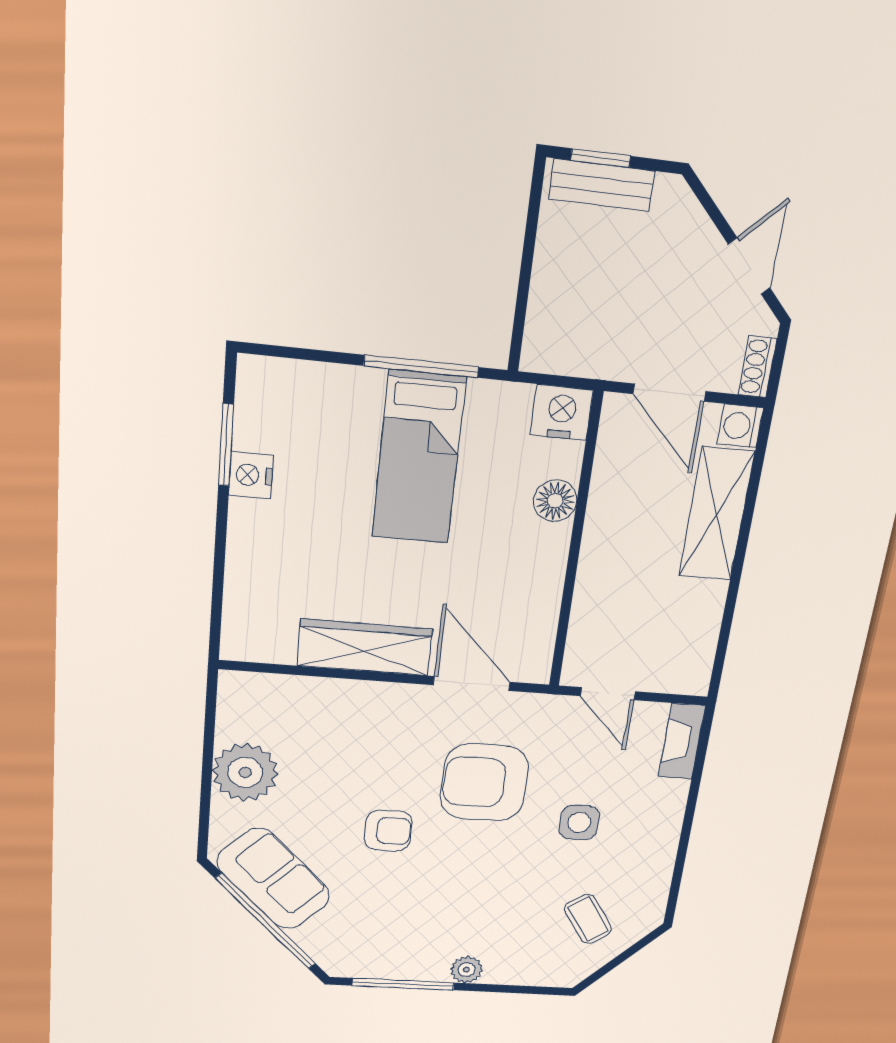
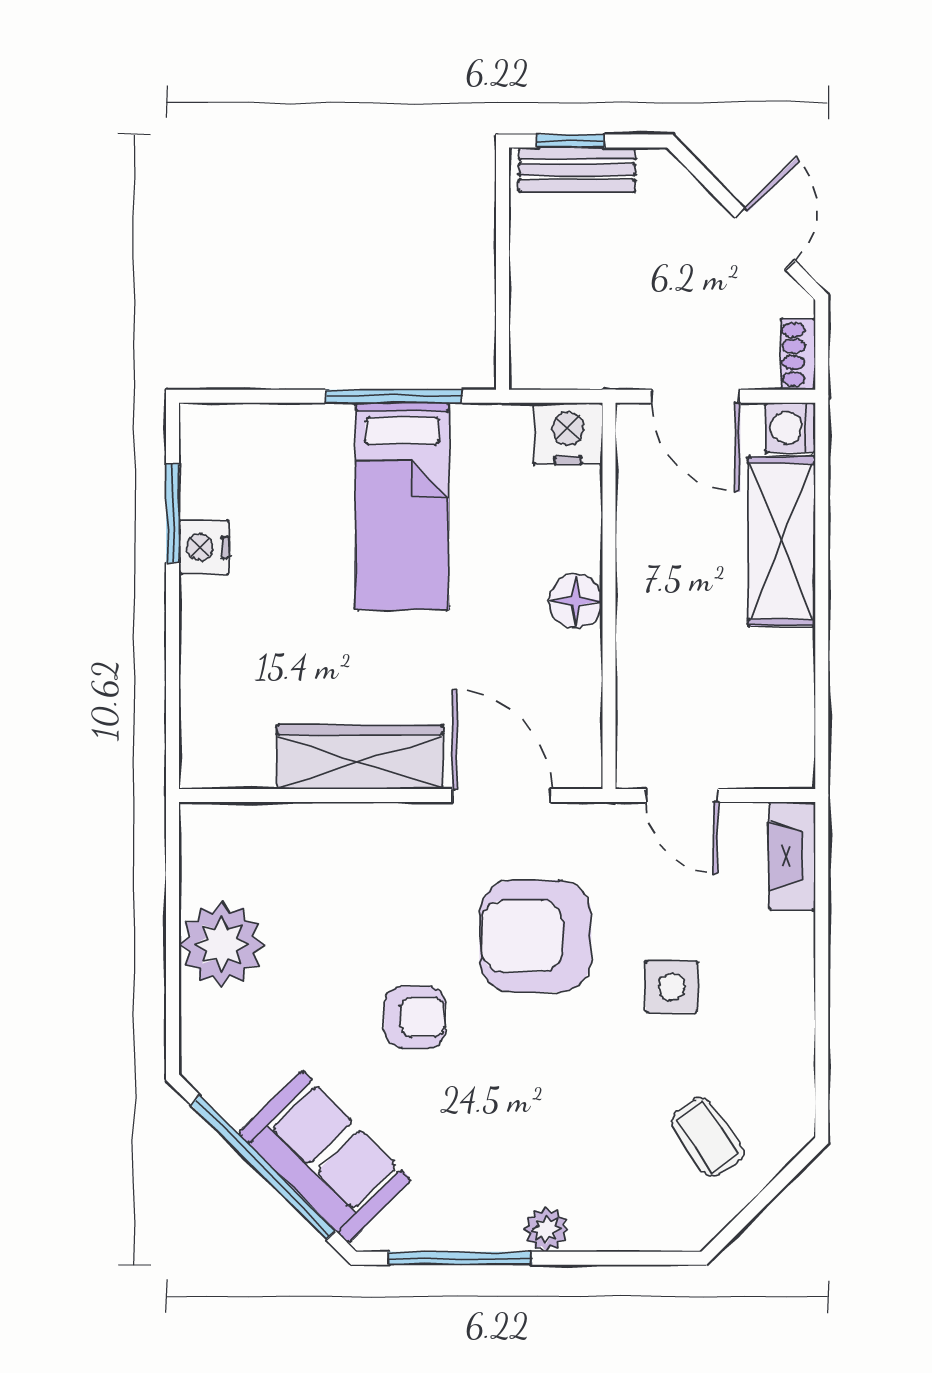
floor lamp: (555, 501) -> (576, 601), moved
sofa: (273, 879) -> (325, 1157), moved

